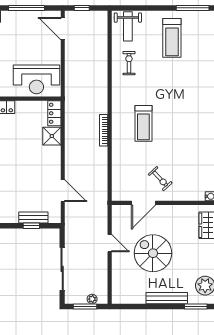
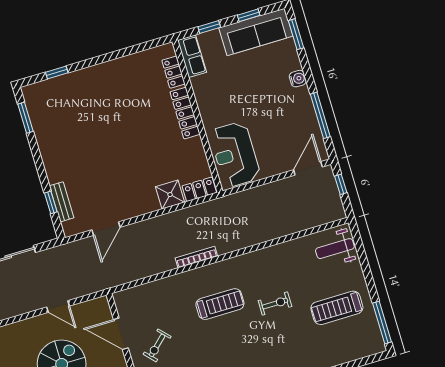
exercise bike: (129, 63) -> (275, 304), moved
treadmill: (143, 123) -> (220, 304), turned 180
door: (110, 243) -> (58, 307), hinge flipped

